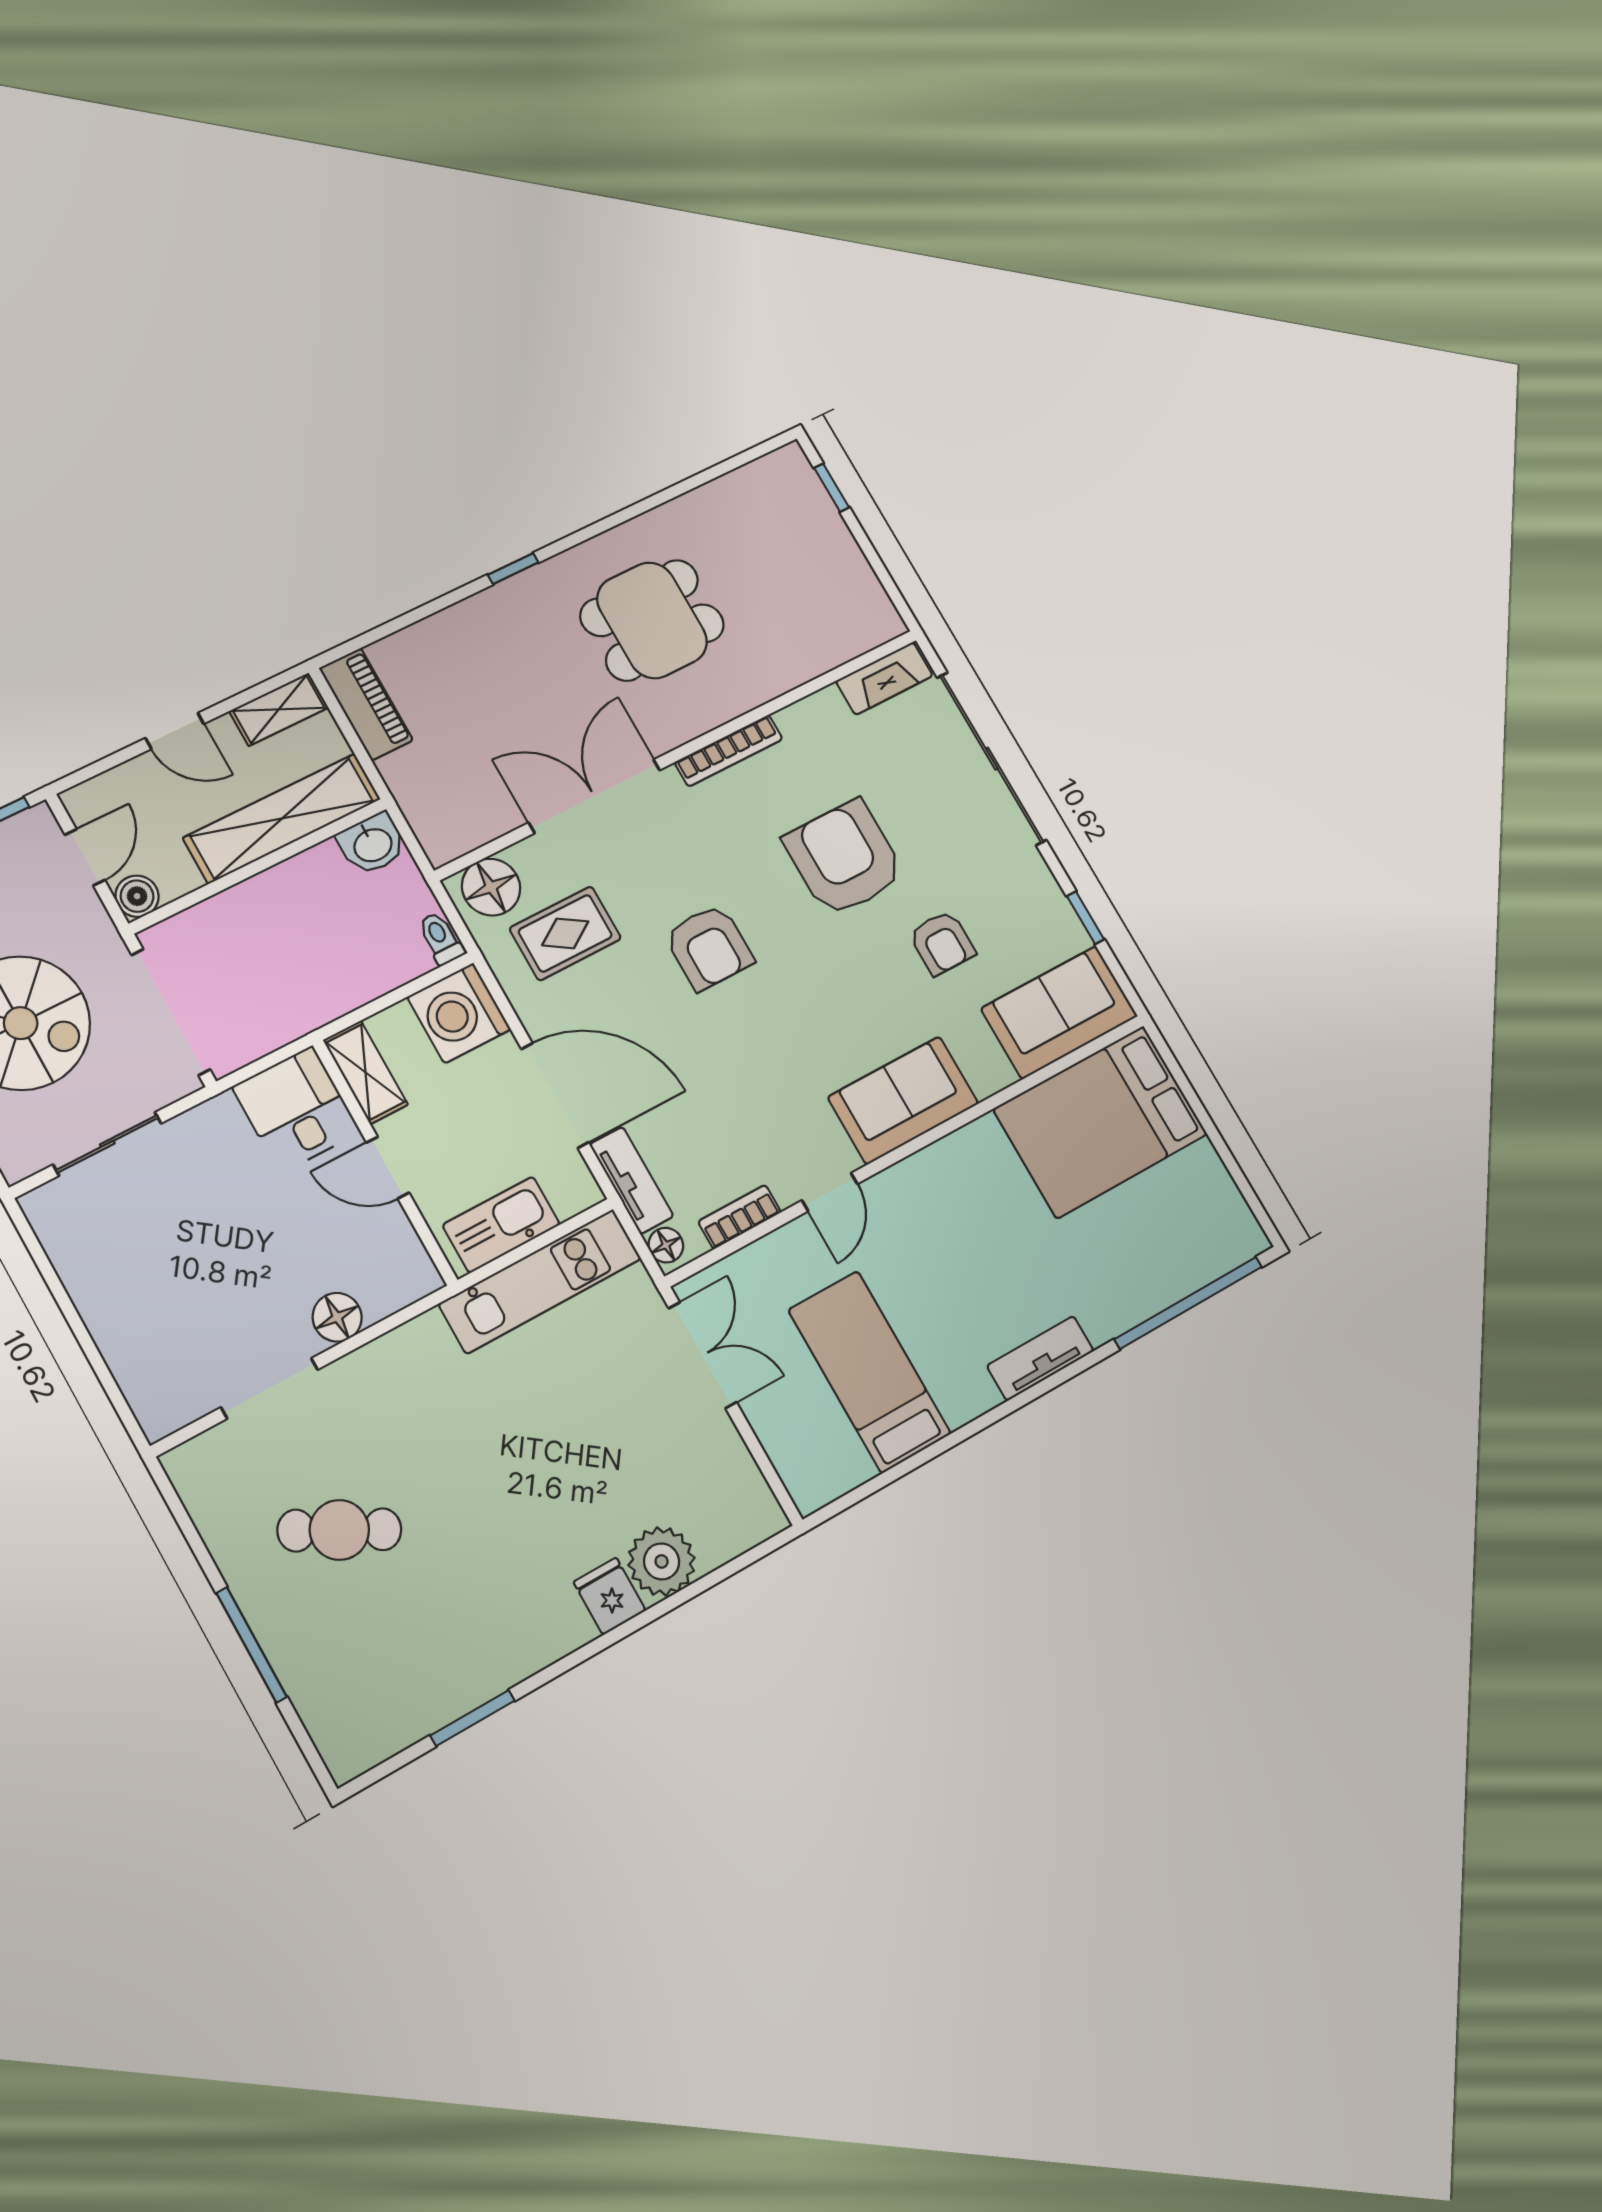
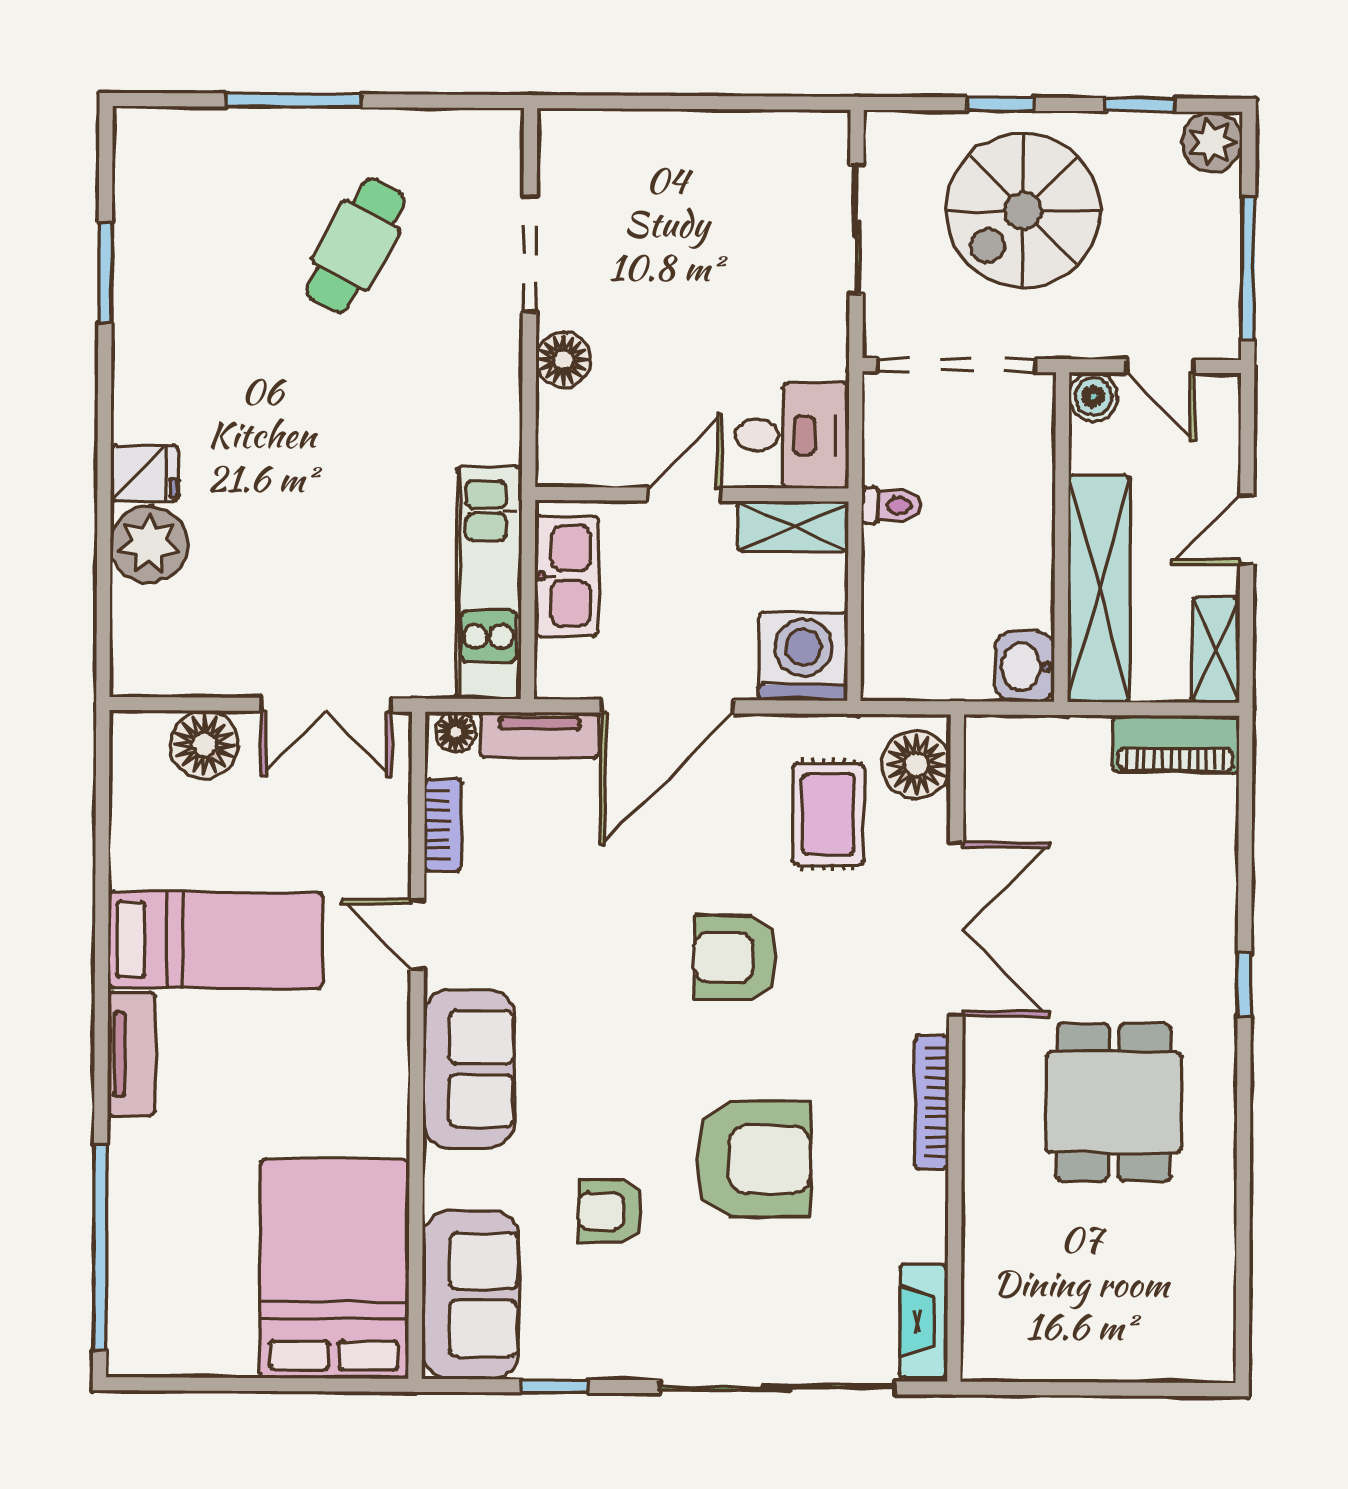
window: (832, 488) -> (1162, 1389), removed
toilet: (441, 938) -> (891, 505), moved
bed: (870, 1372) -> (215, 940), moved
floor lamp: (786, 1432) -> (204, 745), added

